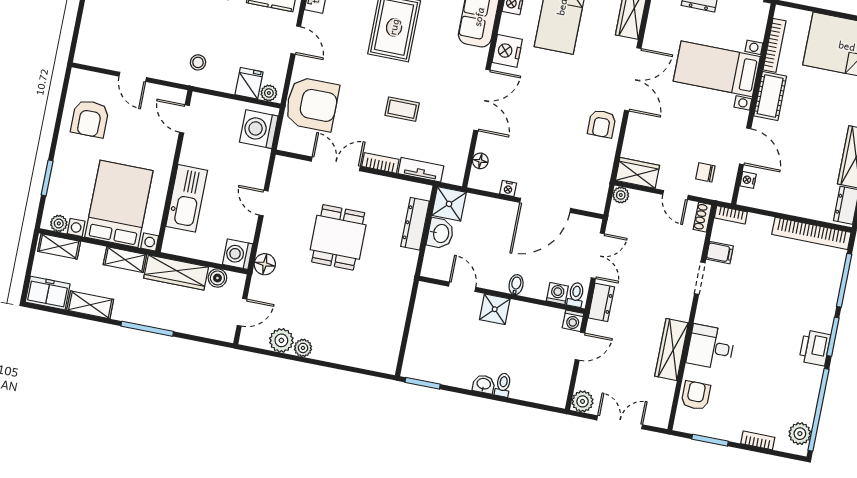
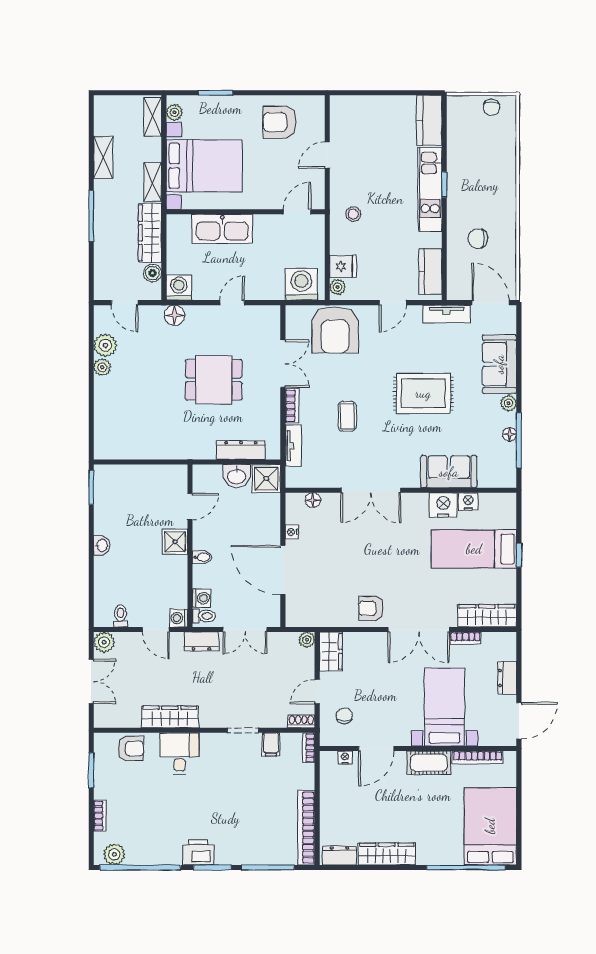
bookcase: (651, 34) -> (466, 638), added
nightstand: (507, 51) -> (443, 505), moved
freezer: (48, 293) -> (106, 115), removed
toilet: (503, 385) -> (120, 616), moved, turned -90

